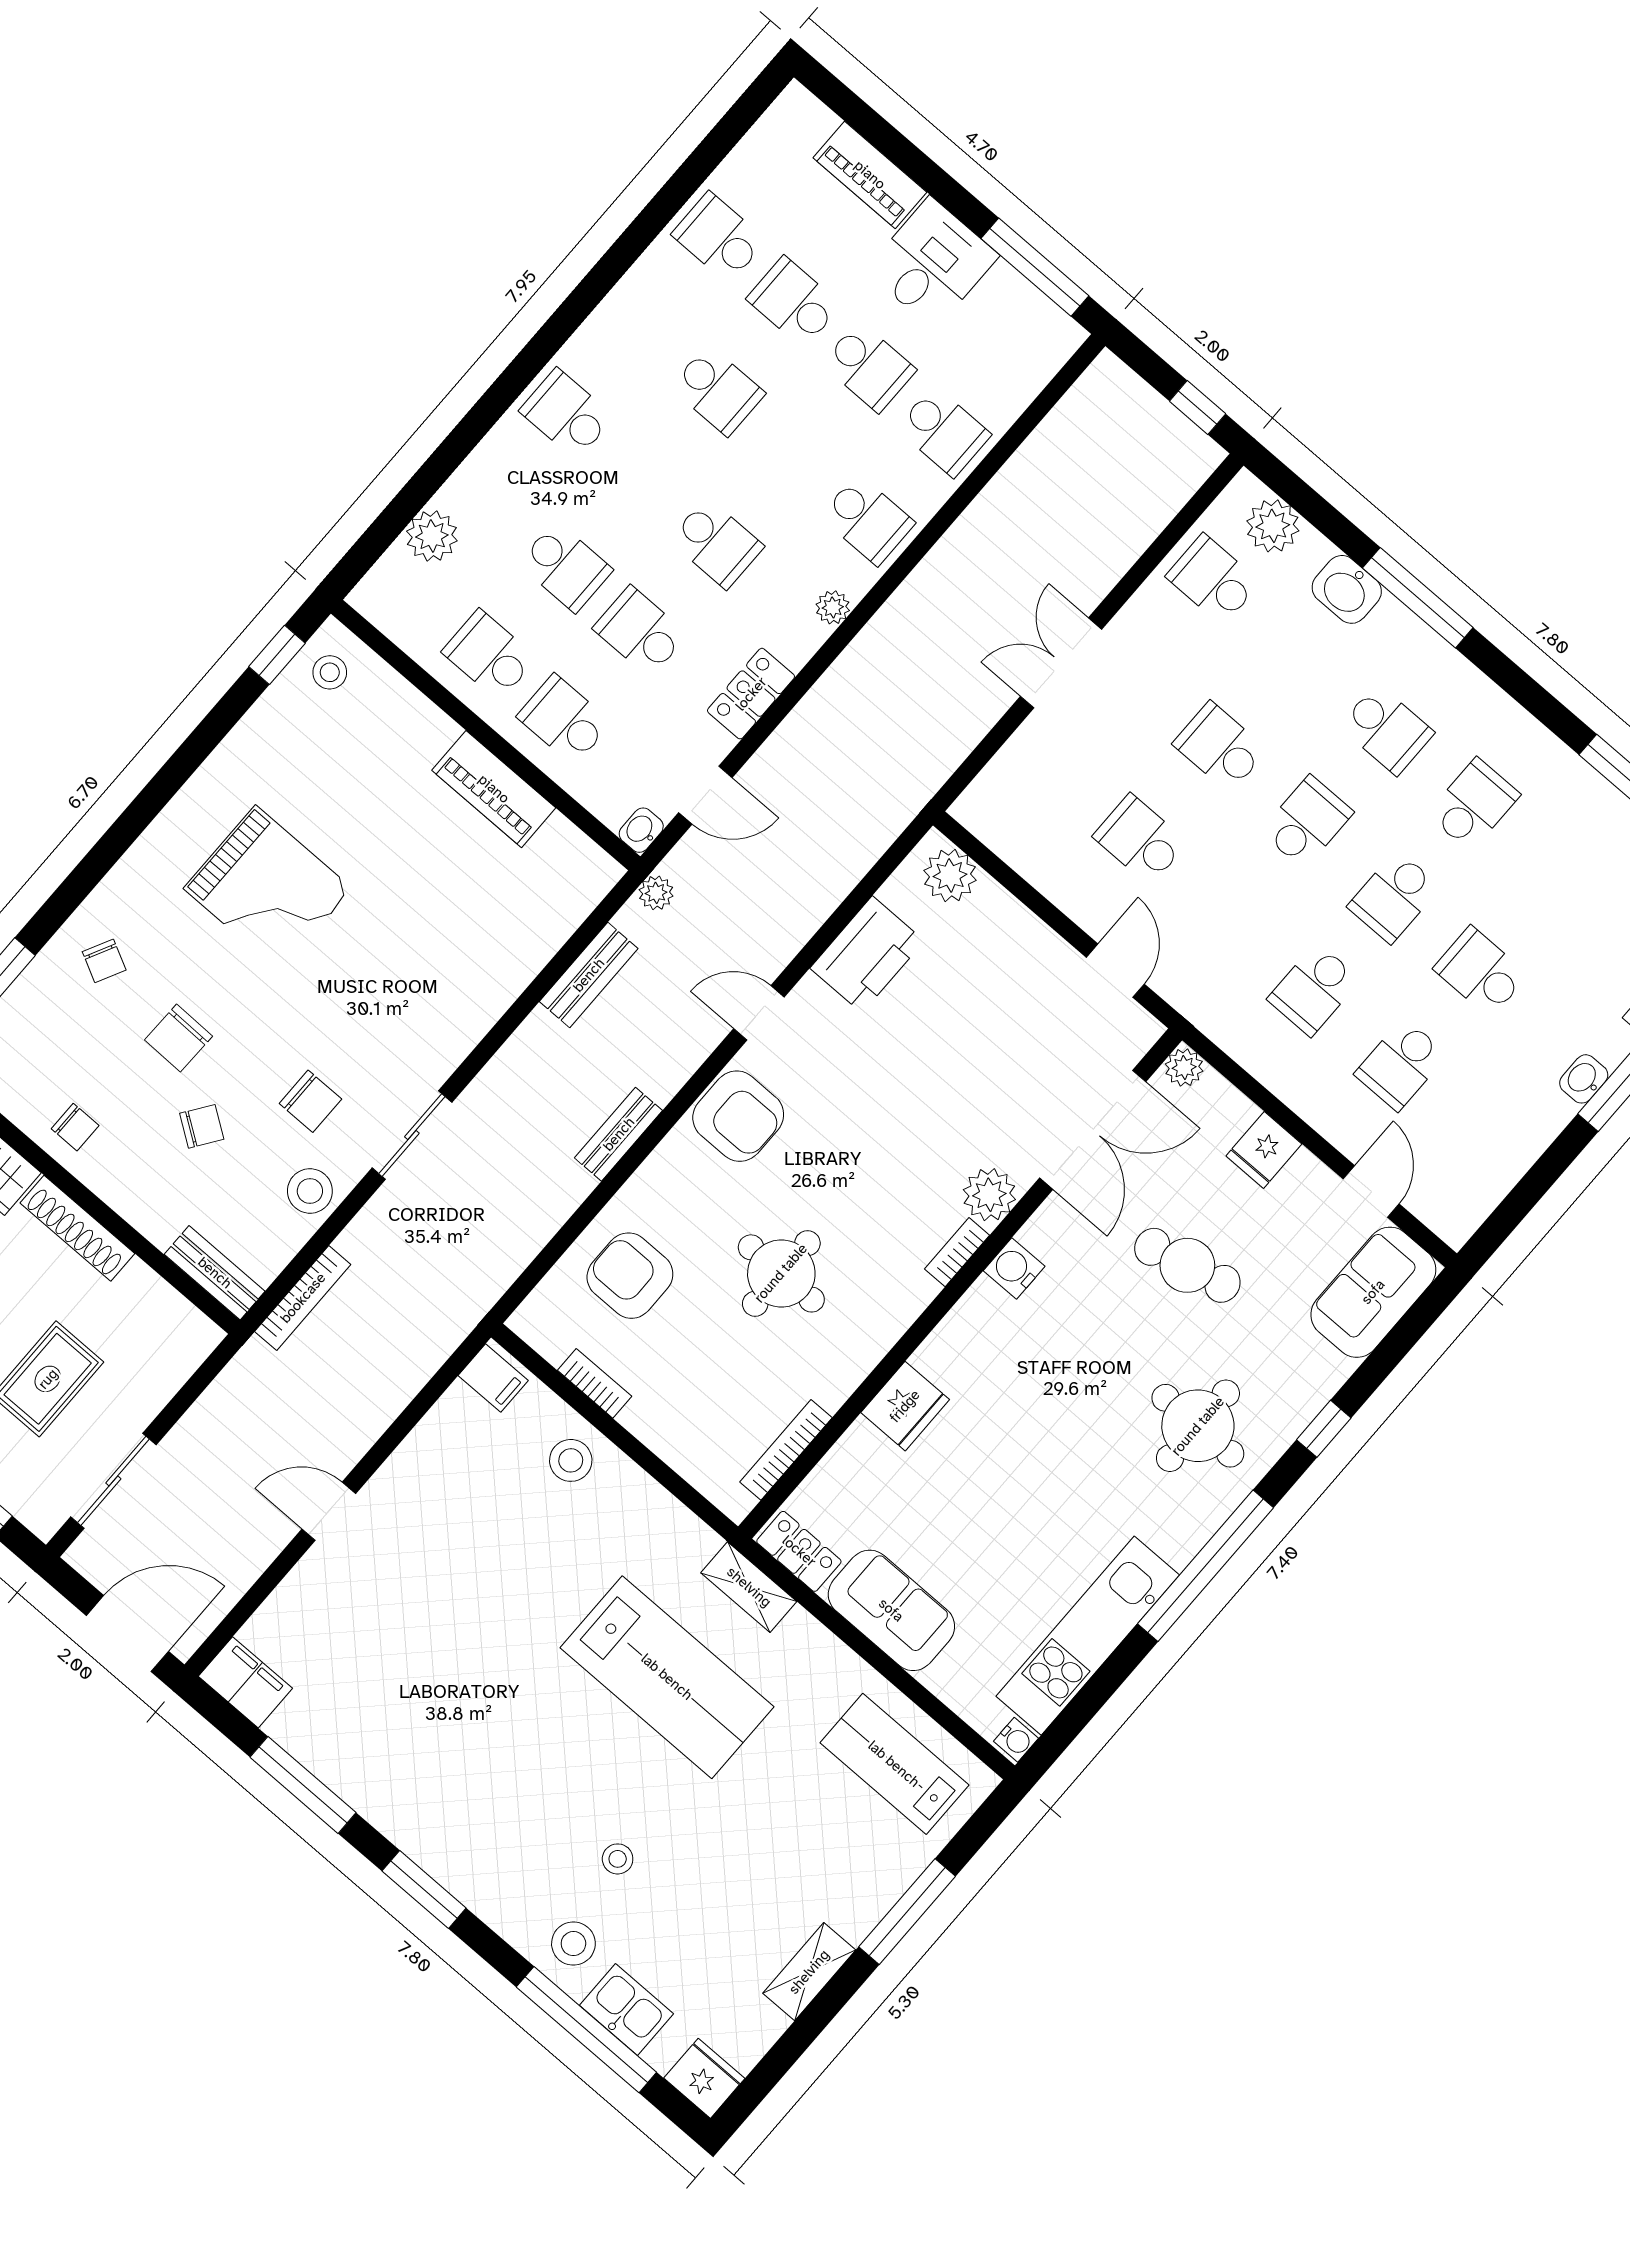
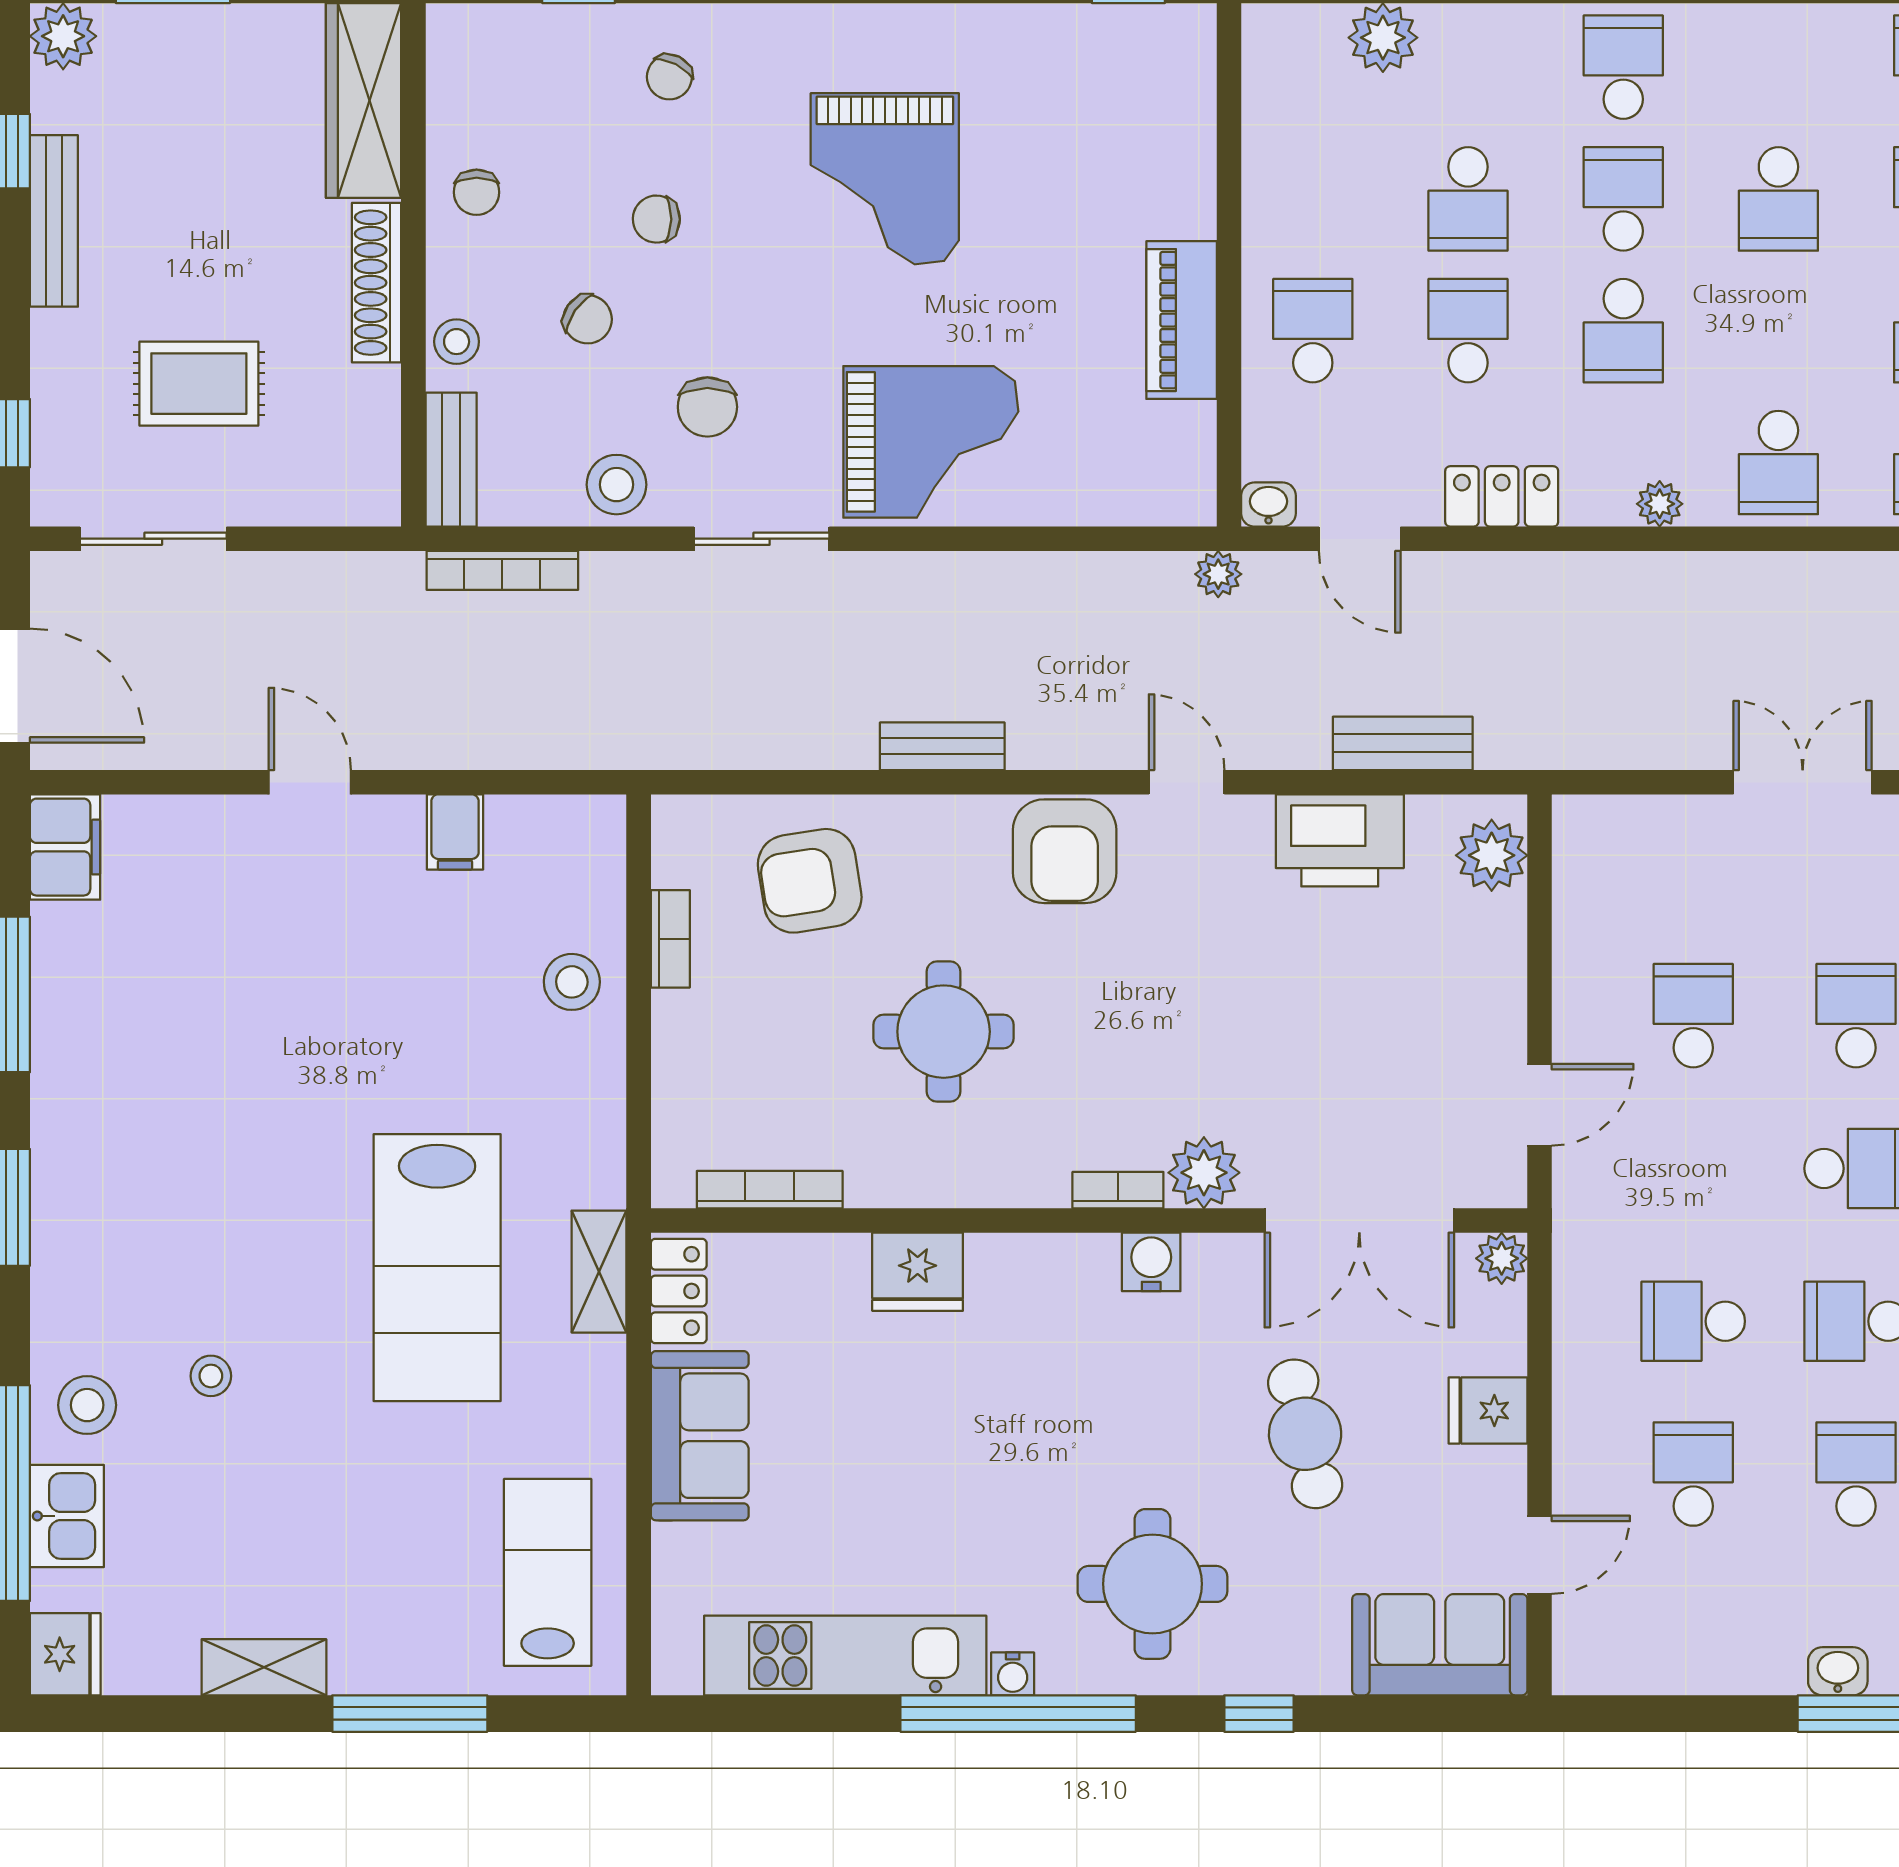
school desk: (489, 655) -> (1623, 199), moved
stool: (330, 672) -> (457, 342), moved
bench: (589, 975) -> (1403, 743), moved
grand piano: (440, 991) -> (931, 442), added
chair: (179, 1038) -> (656, 219), width x0.73, depth x0.73
school desk: (1401, 1064) -> (1693, 1474), turned 90
armchair: (630, 1276) -> (810, 881), turned -99
filing cabinet: (493, 1378) -> (455, 832), moved
water cooler: (1016, 1740) -> (1013, 1674), moved

